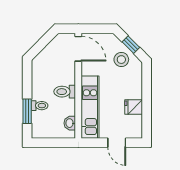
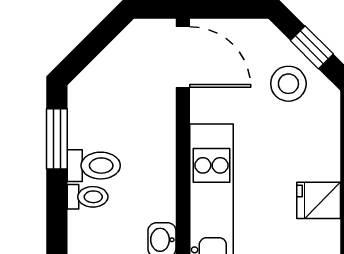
toilet: (65, 92) -> (94, 166), moved, turned 180
window: (27, 111) -> (57, 139), moved

